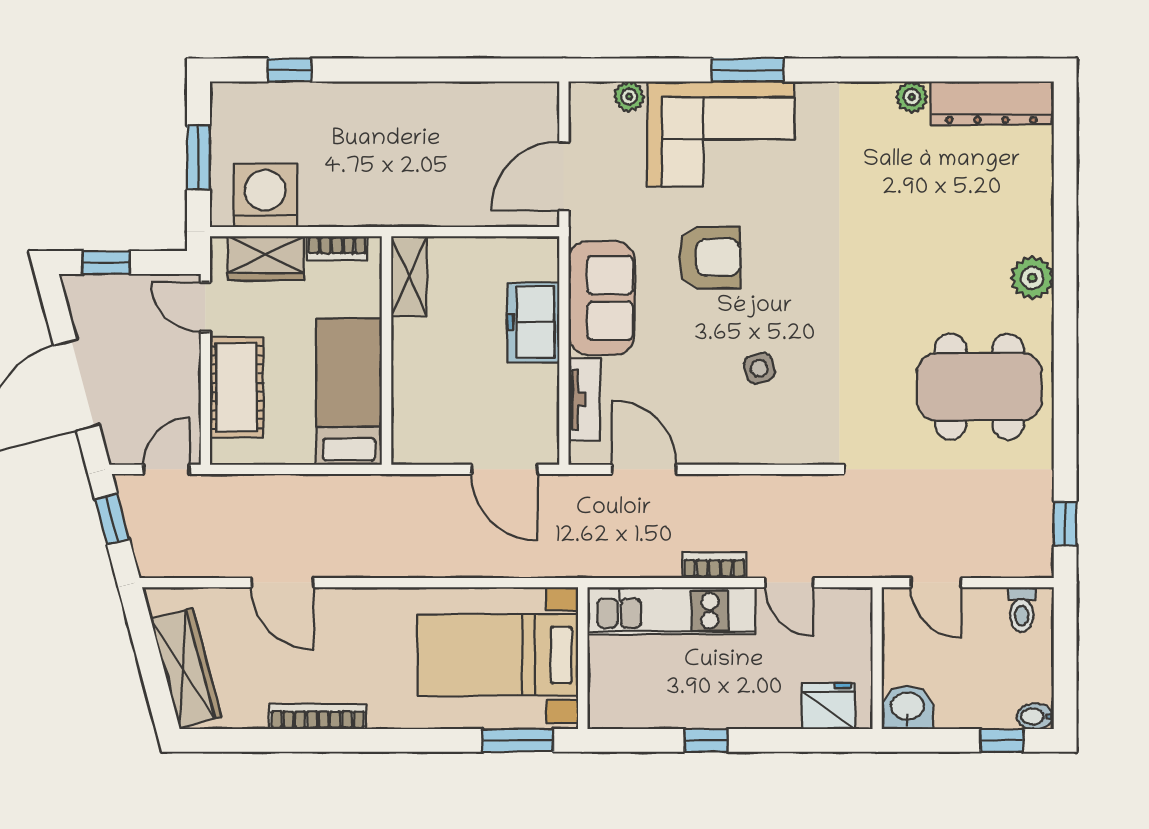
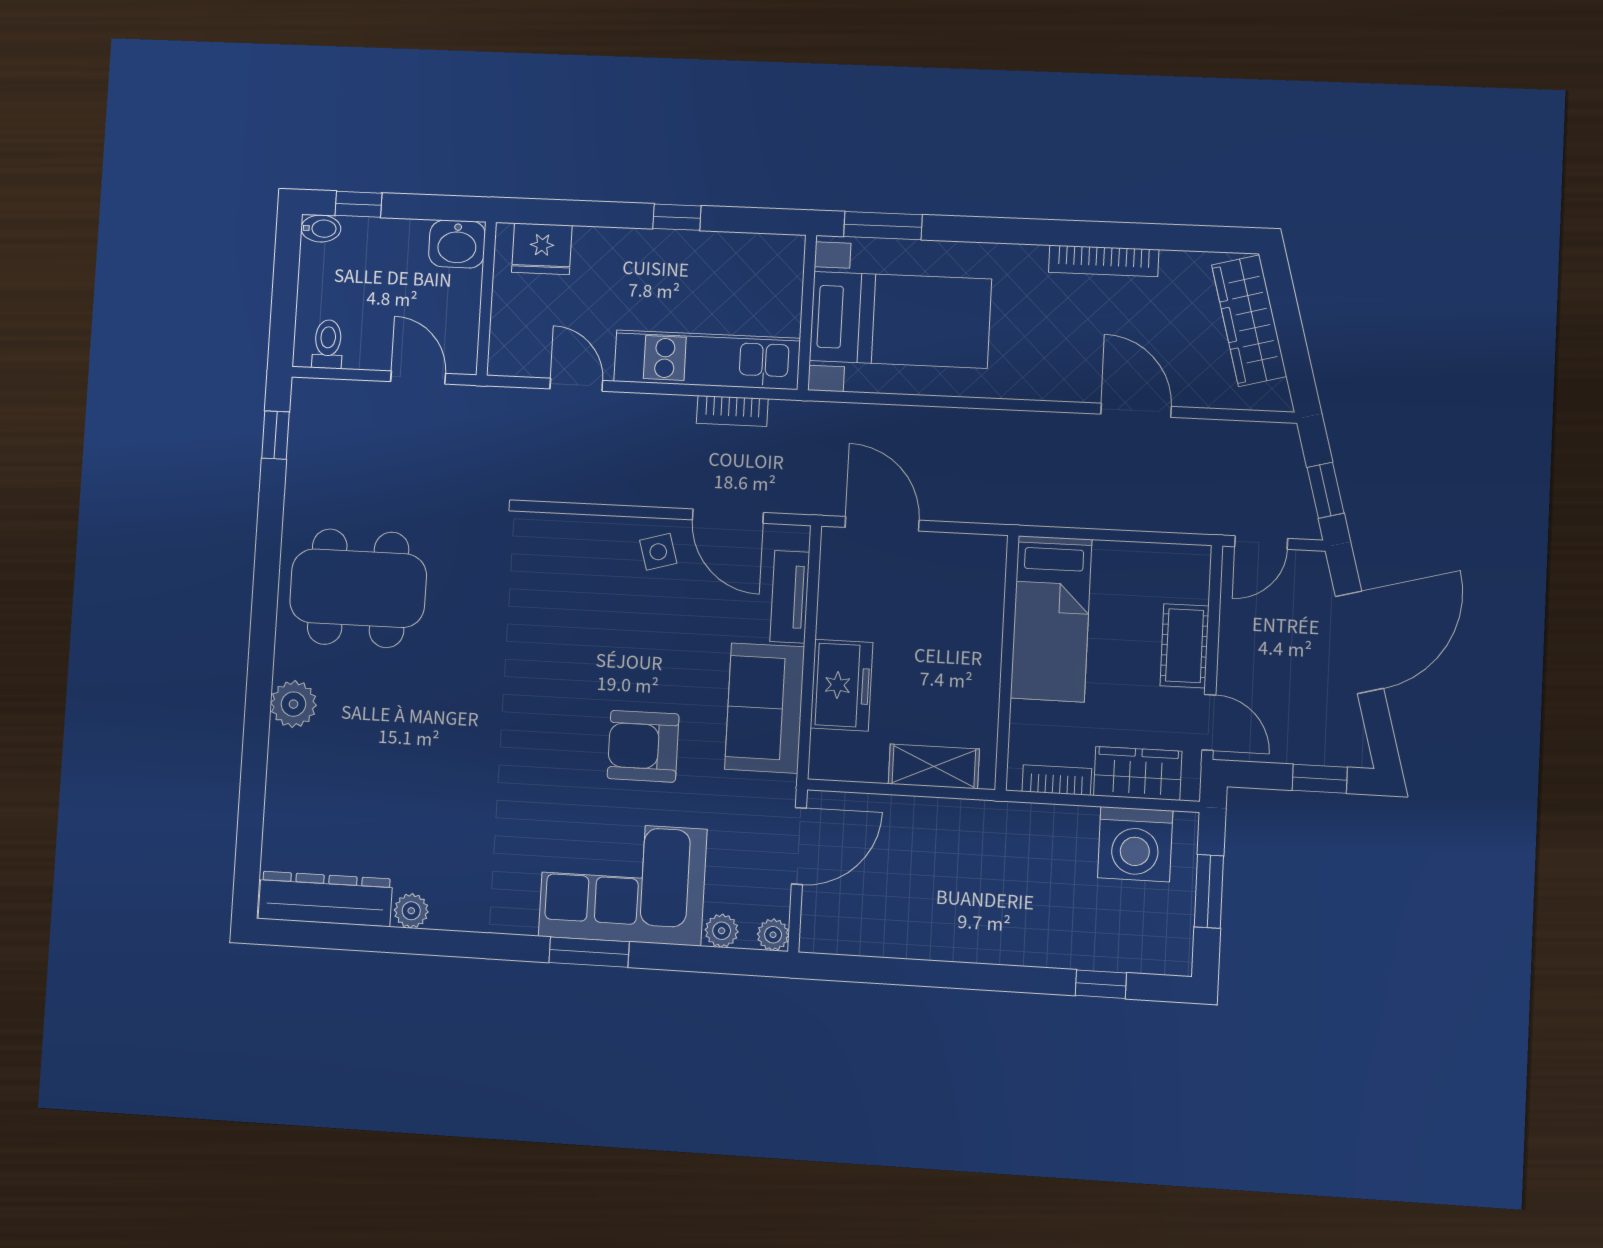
plant: (583, 96) -> (773, 935), added
shelving: (409, 276) -> (934, 767), moved, turned 90
side table: (759, 368) -> (658, 552), moved
cot: (237, 387) -> (1185, 646), width x0.73, depth x0.75
bookcase: (714, 565) -> (732, 411), moved

